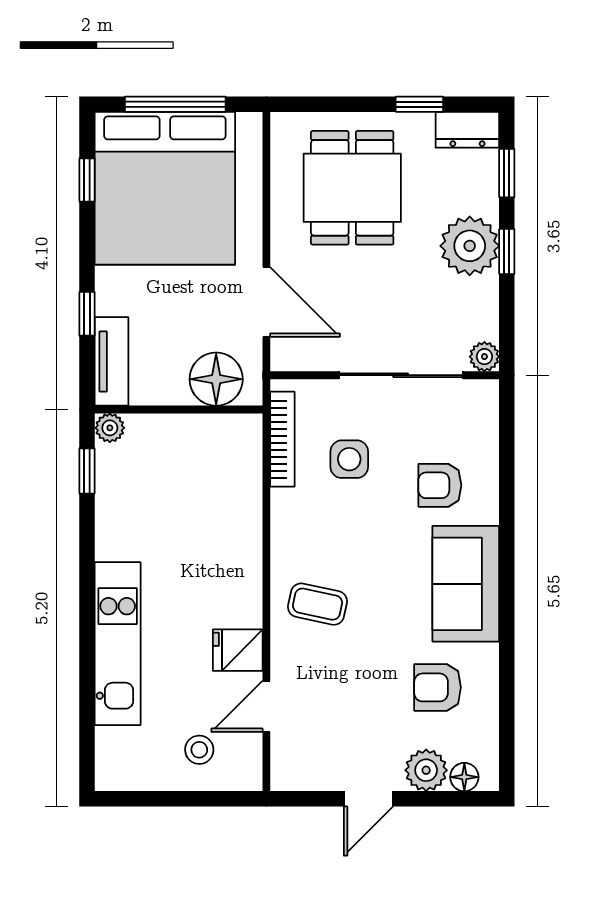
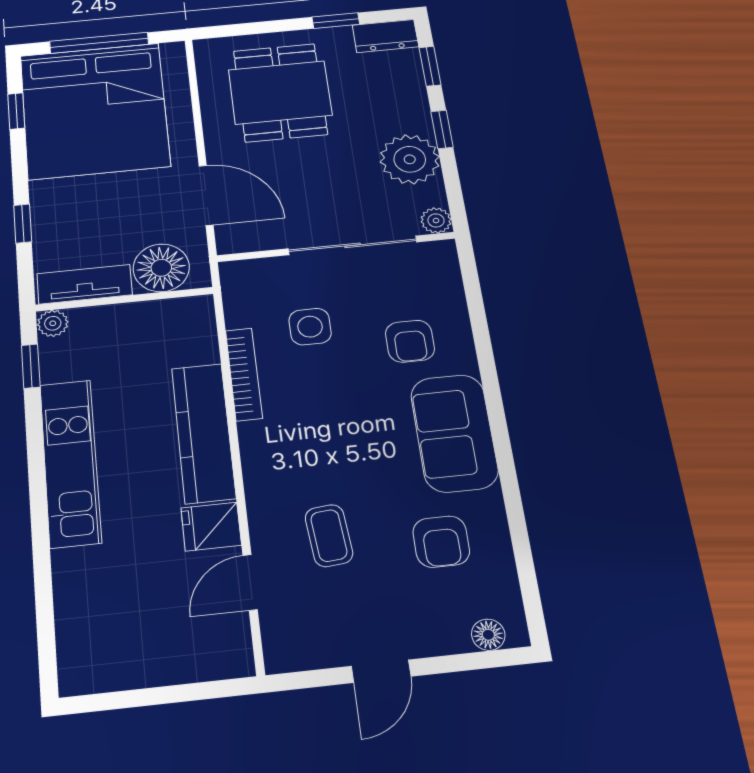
plant: (470, 246) -> (410, 159), moved
tv unit: (112, 361) -> (85, 284), moved, turned -90
bookcase: (282, 439) -> (244, 374), moved
armchair: (440, 485) -> (410, 341), turned -90
kitchen counter: (240, 558) -> (203, 433), added
coffee table: (317, 604) -> (329, 536), moved, turned 73
kitchen unit: (118, 644) -> (70, 463), moved
armchair: (438, 687) -> (441, 542), turned -90
stool: (199, 750) -> (178, 638), removed
plant: (426, 770) -> (443, 632), removed

